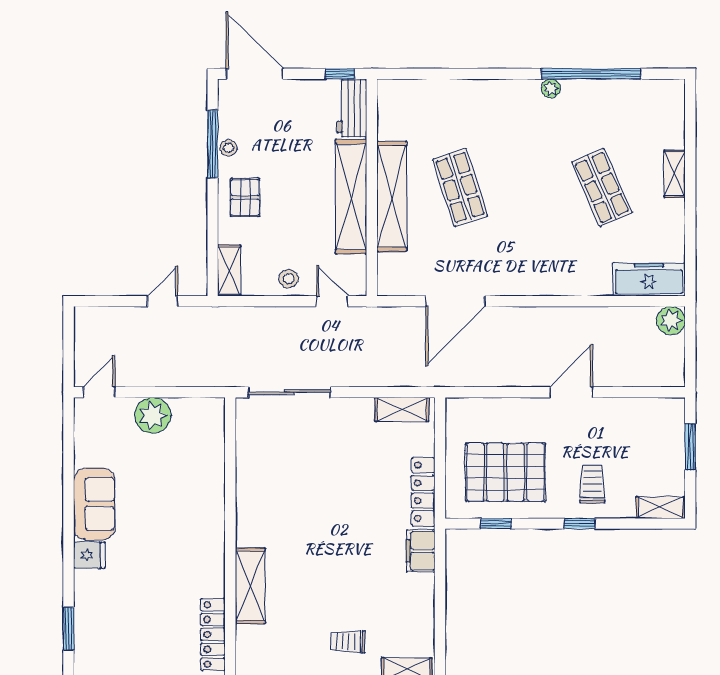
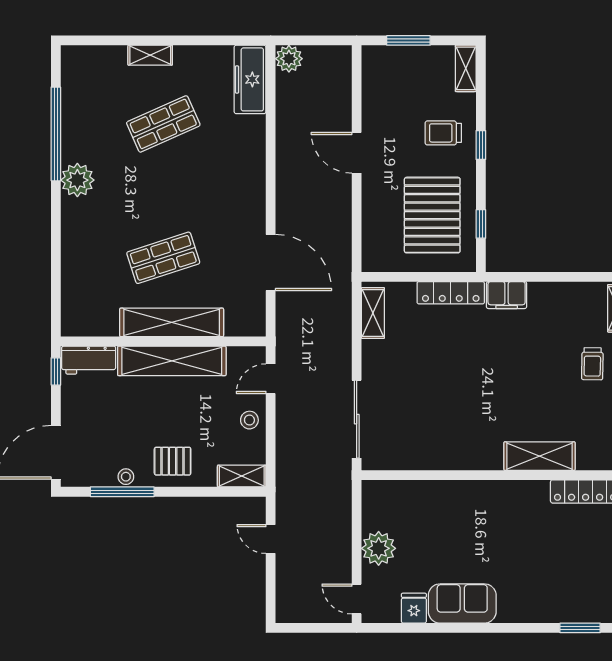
plant: (551, 88) -> (77, 180), width x1.88, depth x1.88
fridge: (89, 555) -> (414, 608), moved

